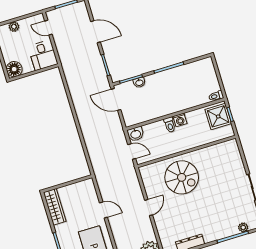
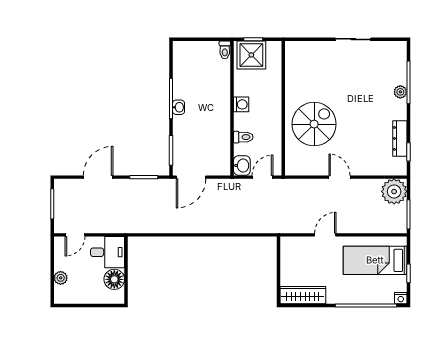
floor lamp: (14, 69) -> (114, 279), moved
washbasin: (139, 82) -> (179, 107), moved
toilet: (170, 125) -> (243, 137), moved
plant: (243, 227) -> (400, 92), moved

